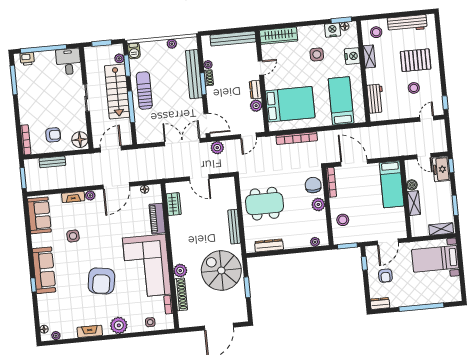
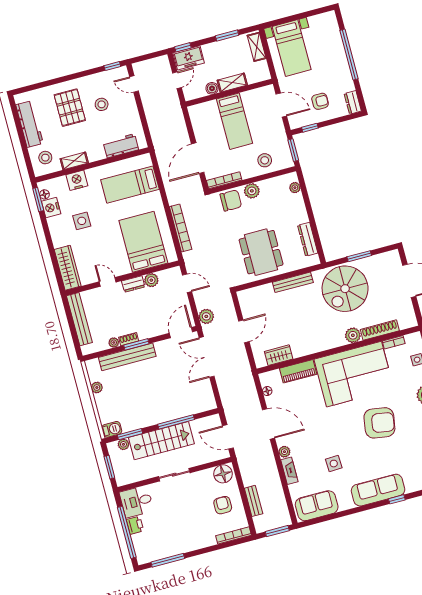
printer: (27, 59) -> (135, 525), moved
sun lounger: (144, 90) -> (155, 410), removed
bed: (392, 184) -> (234, 121), moved, turned 90
chair: (313, 185) -> (231, 200), turned 180

